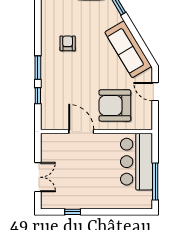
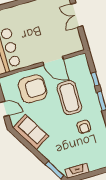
sofa: (128, 49) -> (31, 132), width x0.73
coffee table: (75, 83) -> (69, 98), added

